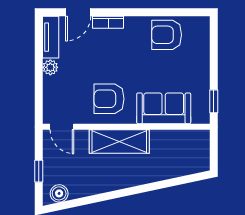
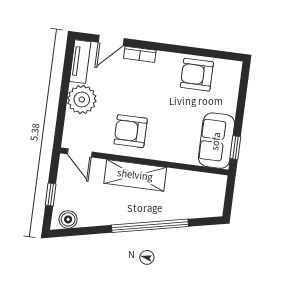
plant: (50, 67) -> (82, 100), width x1.88, depth x1.88
sofa: (164, 108) -> (216, 141), moved, turned -90
window: (140, 189) -> (150, 226), added

